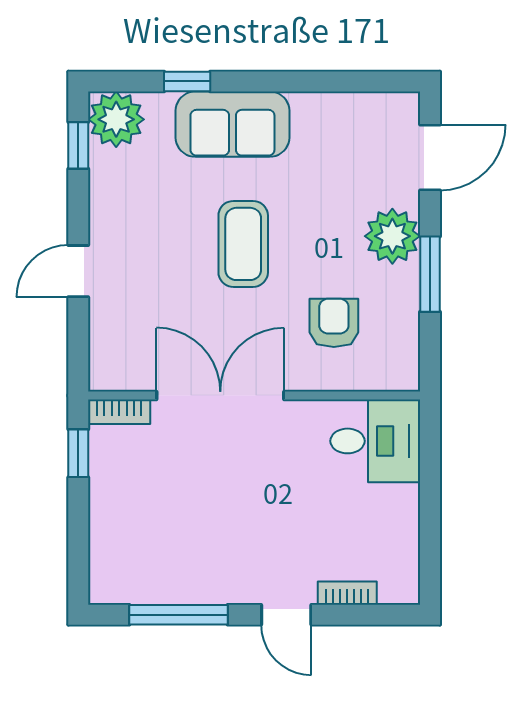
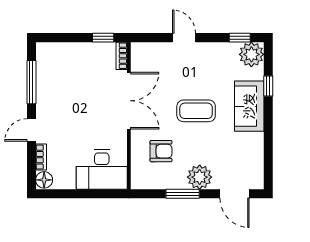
desk: (375, 441) -> (102, 170), width x1.37
floor lamp: (399, 586) -> (44, 180), added

